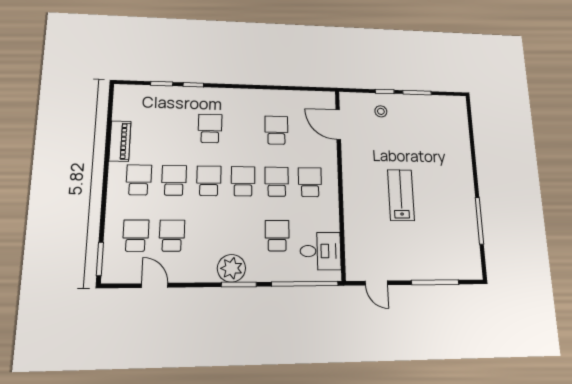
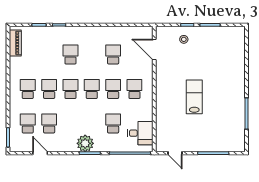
piano: (120, 141) -> (15, 43), moved

